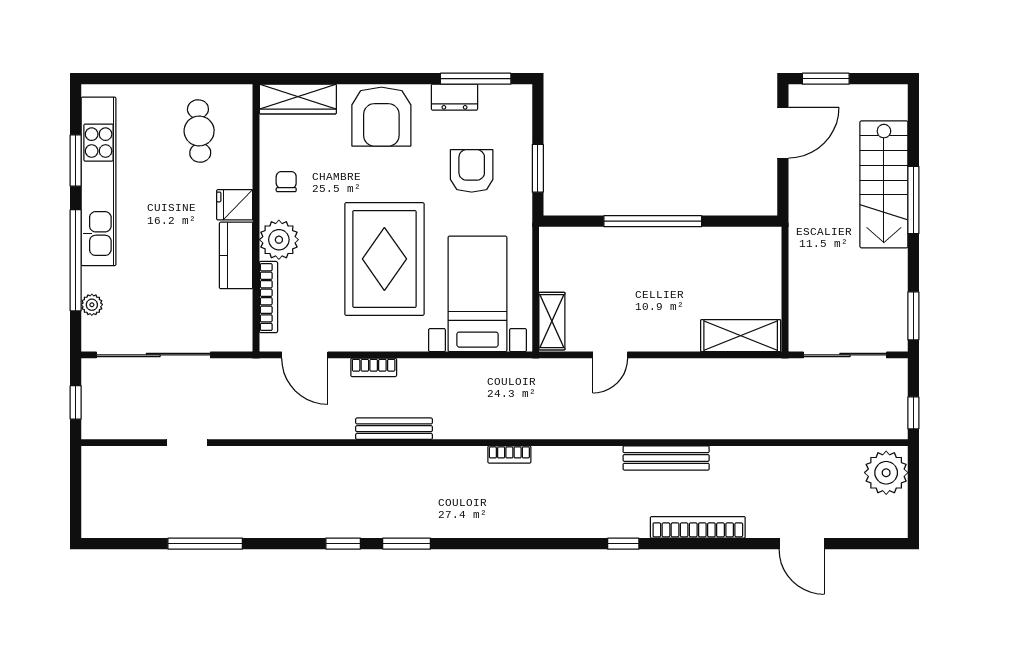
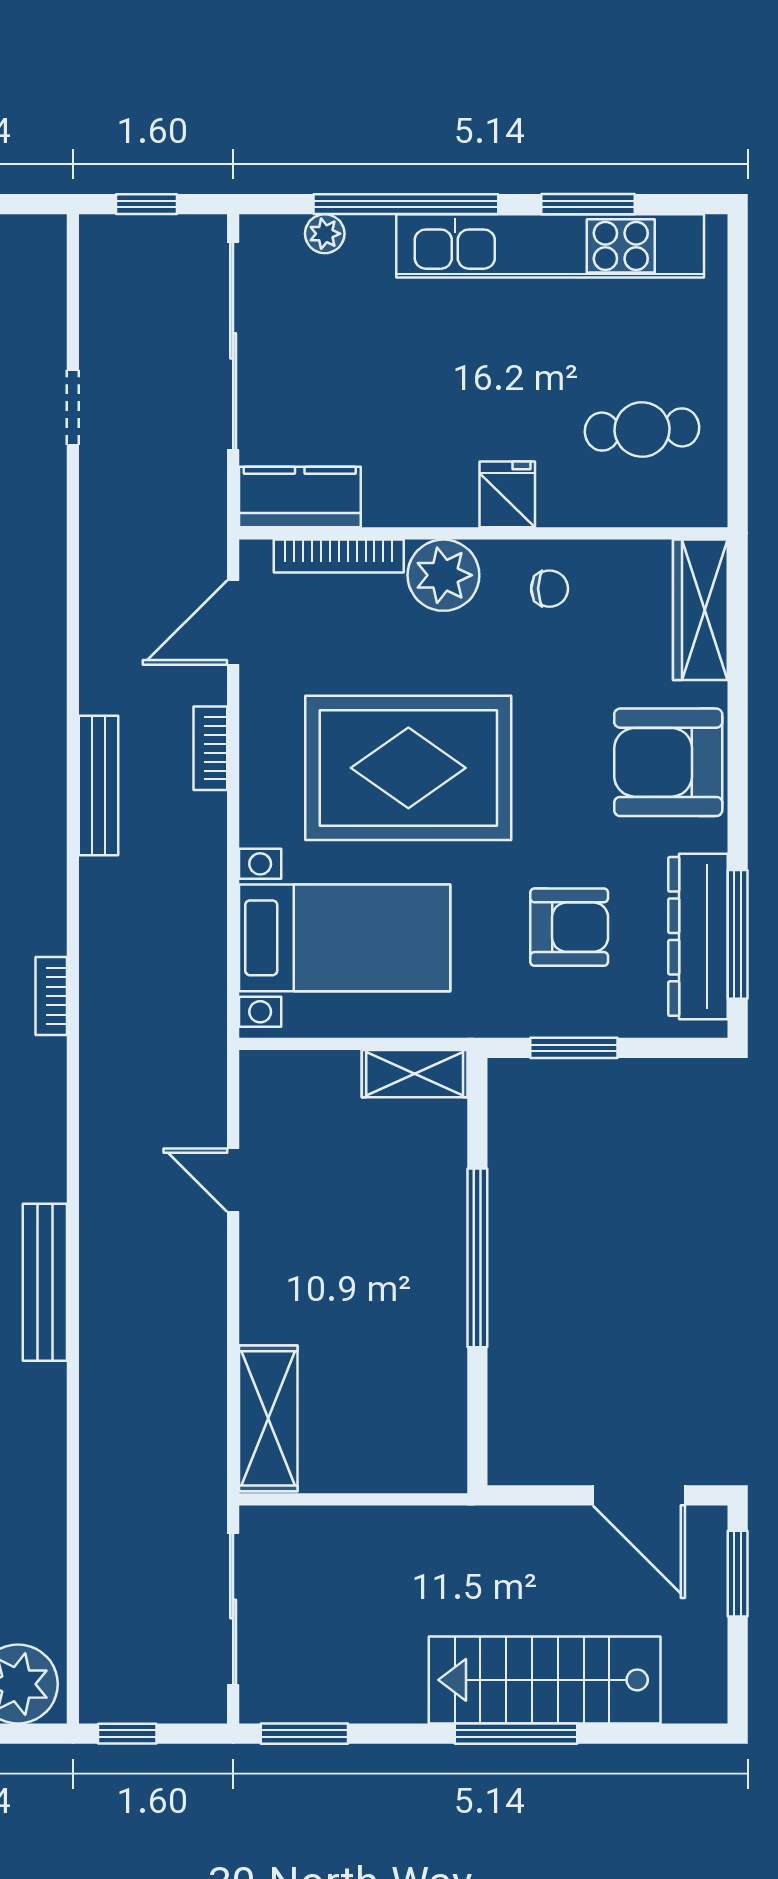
dresser: (454, 97) -> (698, 936), width x1.96, depth x1.24
kitchen counter: (236, 255) -> (300, 497), moved
shelving: (552, 321) -> (415, 1074), moved

